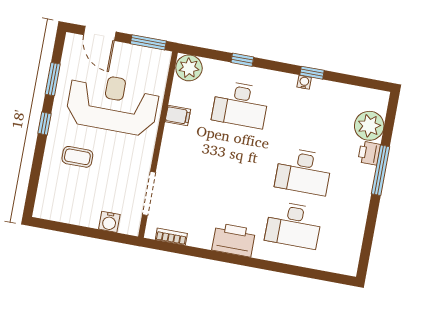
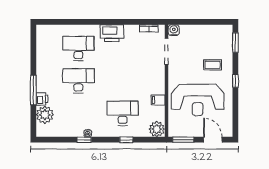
window: (53, 79) -> (235, 43), moved
water cooler: (109, 222) -> (174, 30), moved

